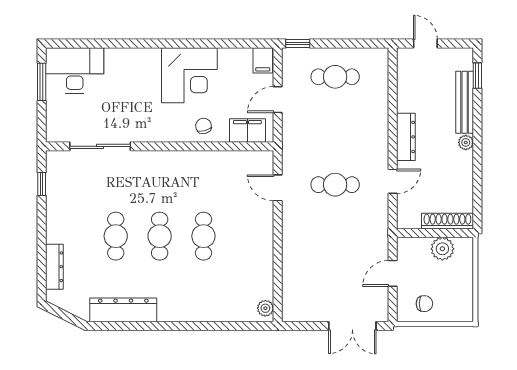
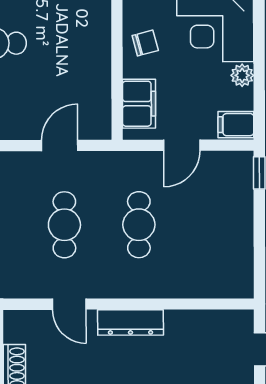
plant: (227, 56) -> (242, 75), added
cafe table: (335, 77) -> (139, 225), moved
door: (278, 100) -> (182, 145), swing flipped

